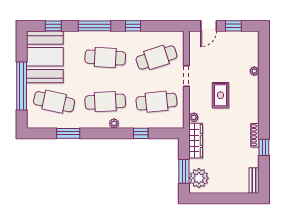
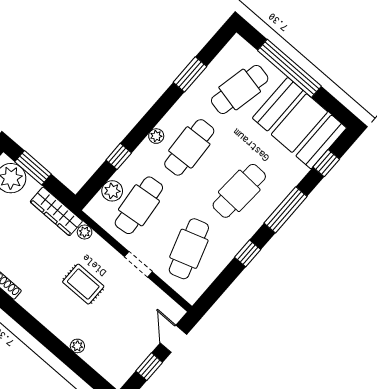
plant: (161, 121) -> (112, 191), added

